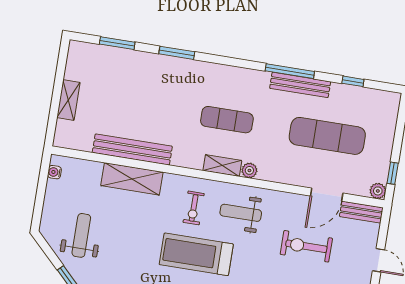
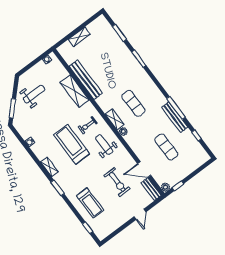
exercise mat: (327, 136) -> (166, 147), width x0.73, depth x0.69
exercise bike: (306, 246) -> (117, 182), turned 180

